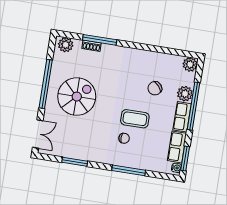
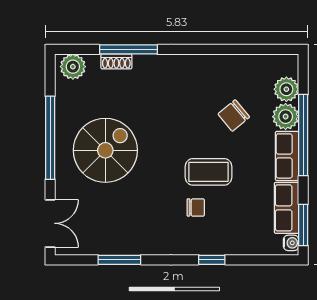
plant: (190, 64) -> (286, 89), moved
window: (129, 170) -> (212, 260), width x0.46

